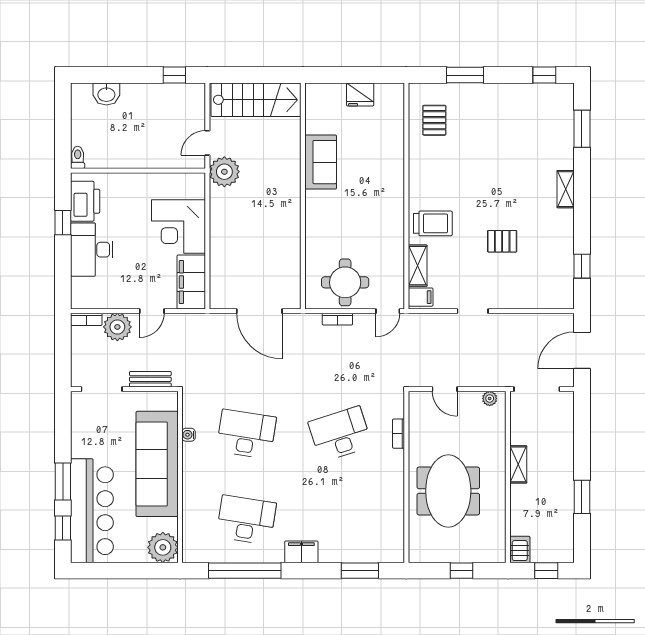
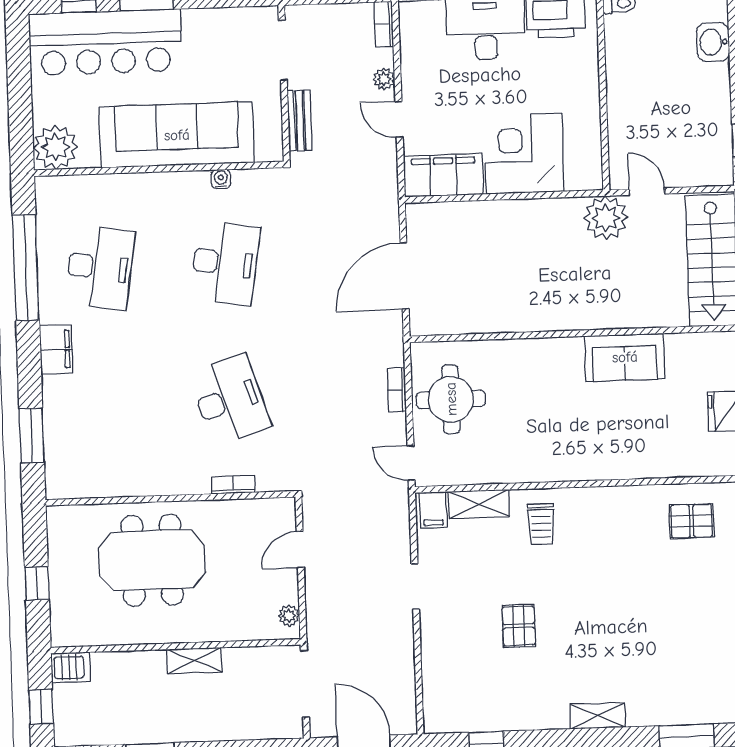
trolley: (433, 223) -> (541, 524), width x0.73, depth x0.72
plant: (117, 327) -> (384, 79), width x0.53, depth x0.53

